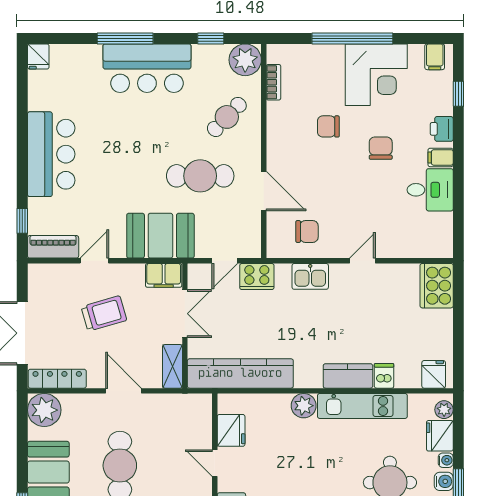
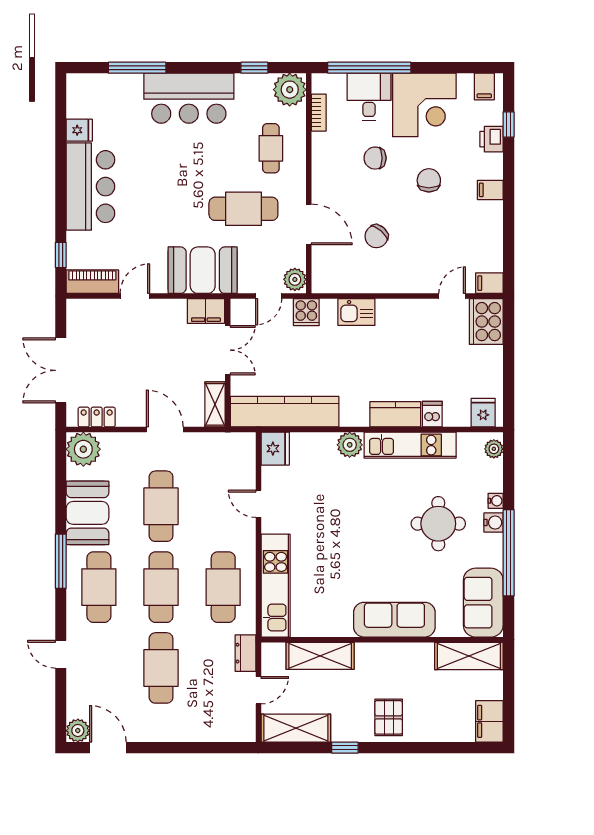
window: (125, 38) -> (137, 68), moved
window: (352, 38) -> (369, 68), moved
fridge: (38, 57) -> (79, 130), moved, turned -90
cafe table: (227, 117) -> (271, 148), turned -44
printer: (442, 129) -> (491, 139), moved
desk: (430, 190) -> (369, 97), moved, turned -90
chair: (307, 231) -> (376, 236), moved, turned 131
plant: (250, 245) -> (295, 279), added
filing cabinet: (440, 248) -> (489, 283), added
door: (362, 261) -> (452, 296), moved
cooker: (257, 277) -> (306, 312), width x0.73
trolley: (104, 313) -> (145, 350), removed
locker: (57, 379) -> (97, 417), width x0.66
fridge: (231, 430) -> (275, 449), moved
fridge: (440, 436) -> (489, 476), removed

